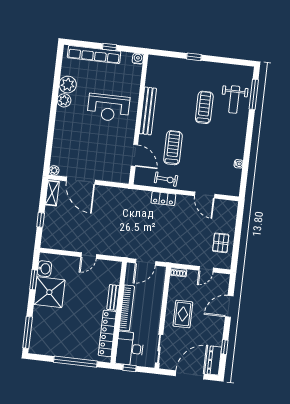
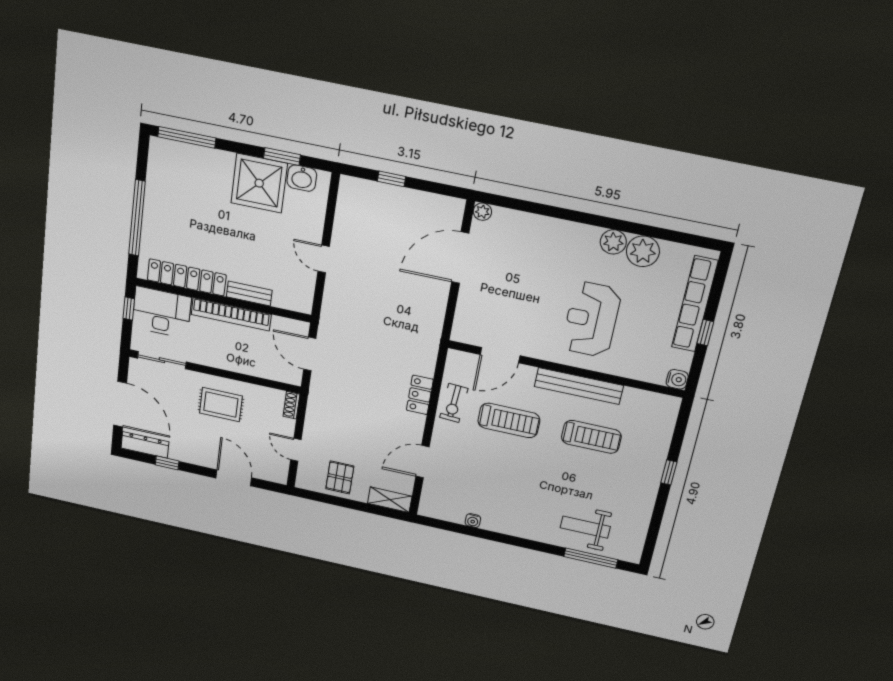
treadmill: (204, 107) -> (591, 437), moved
shelving: (52, 193) -> (390, 500), moved
pallet: (221, 243) -> (340, 477), turned 90

